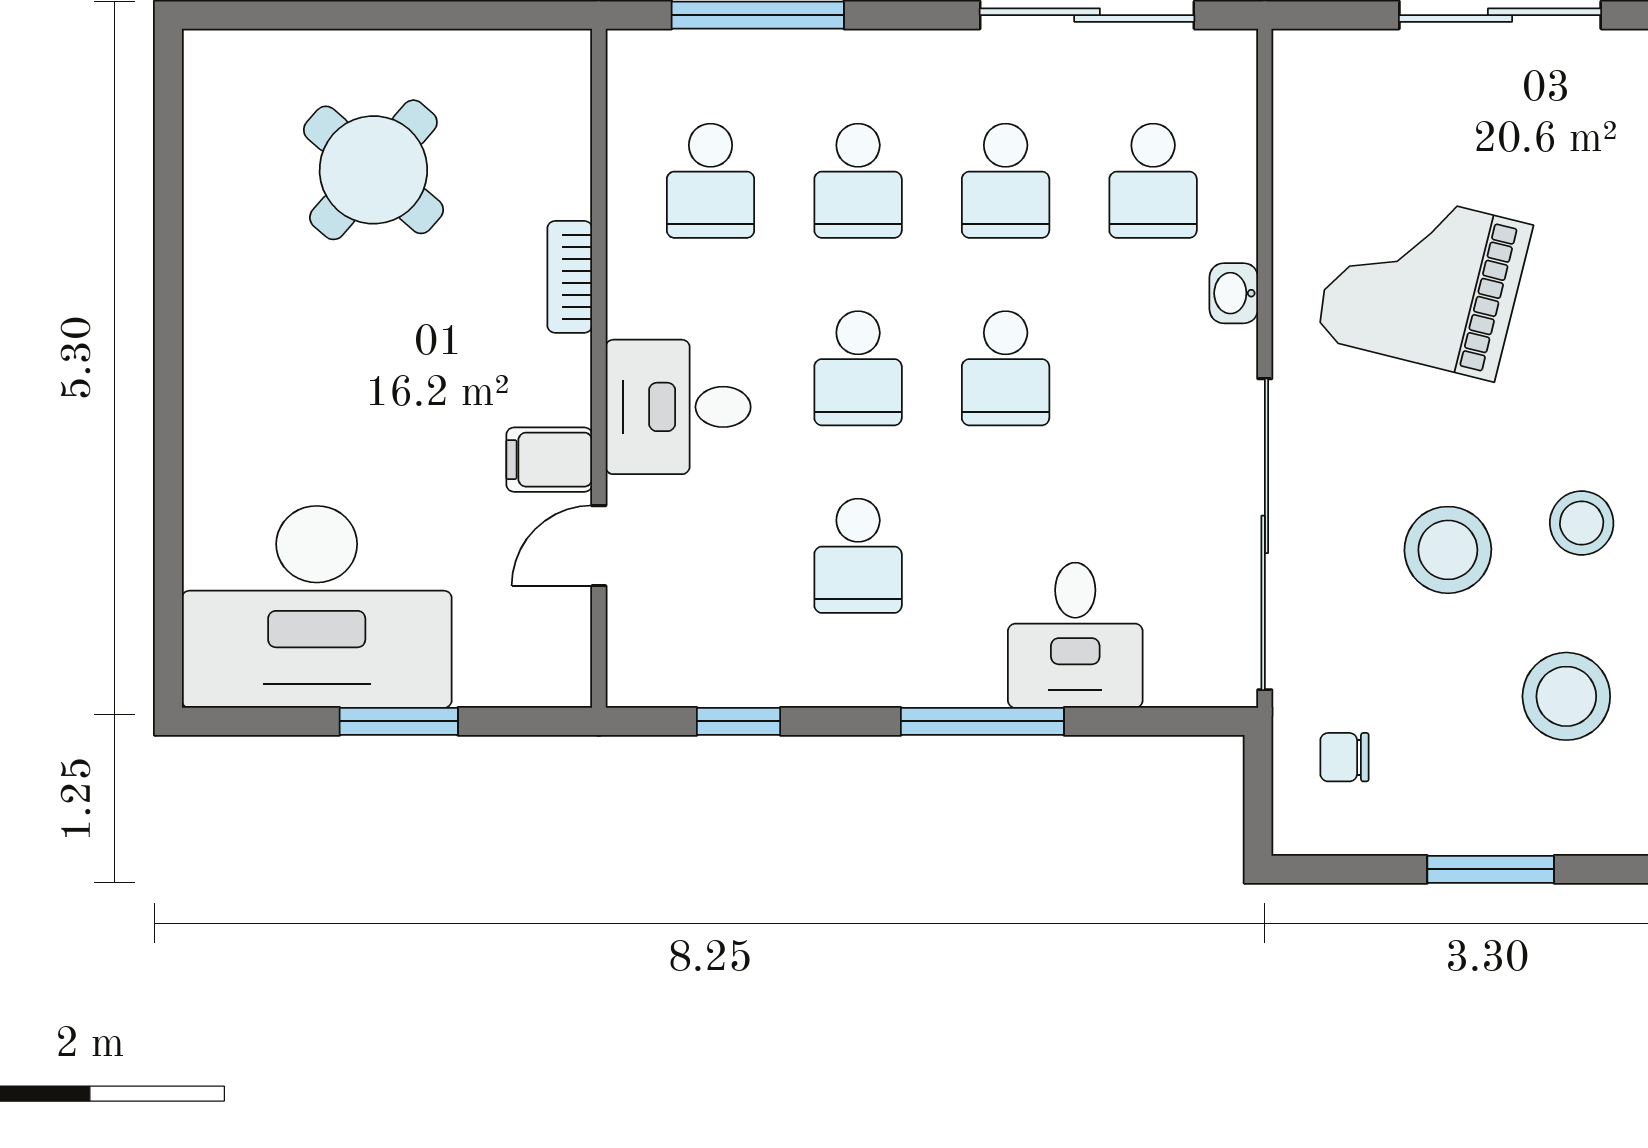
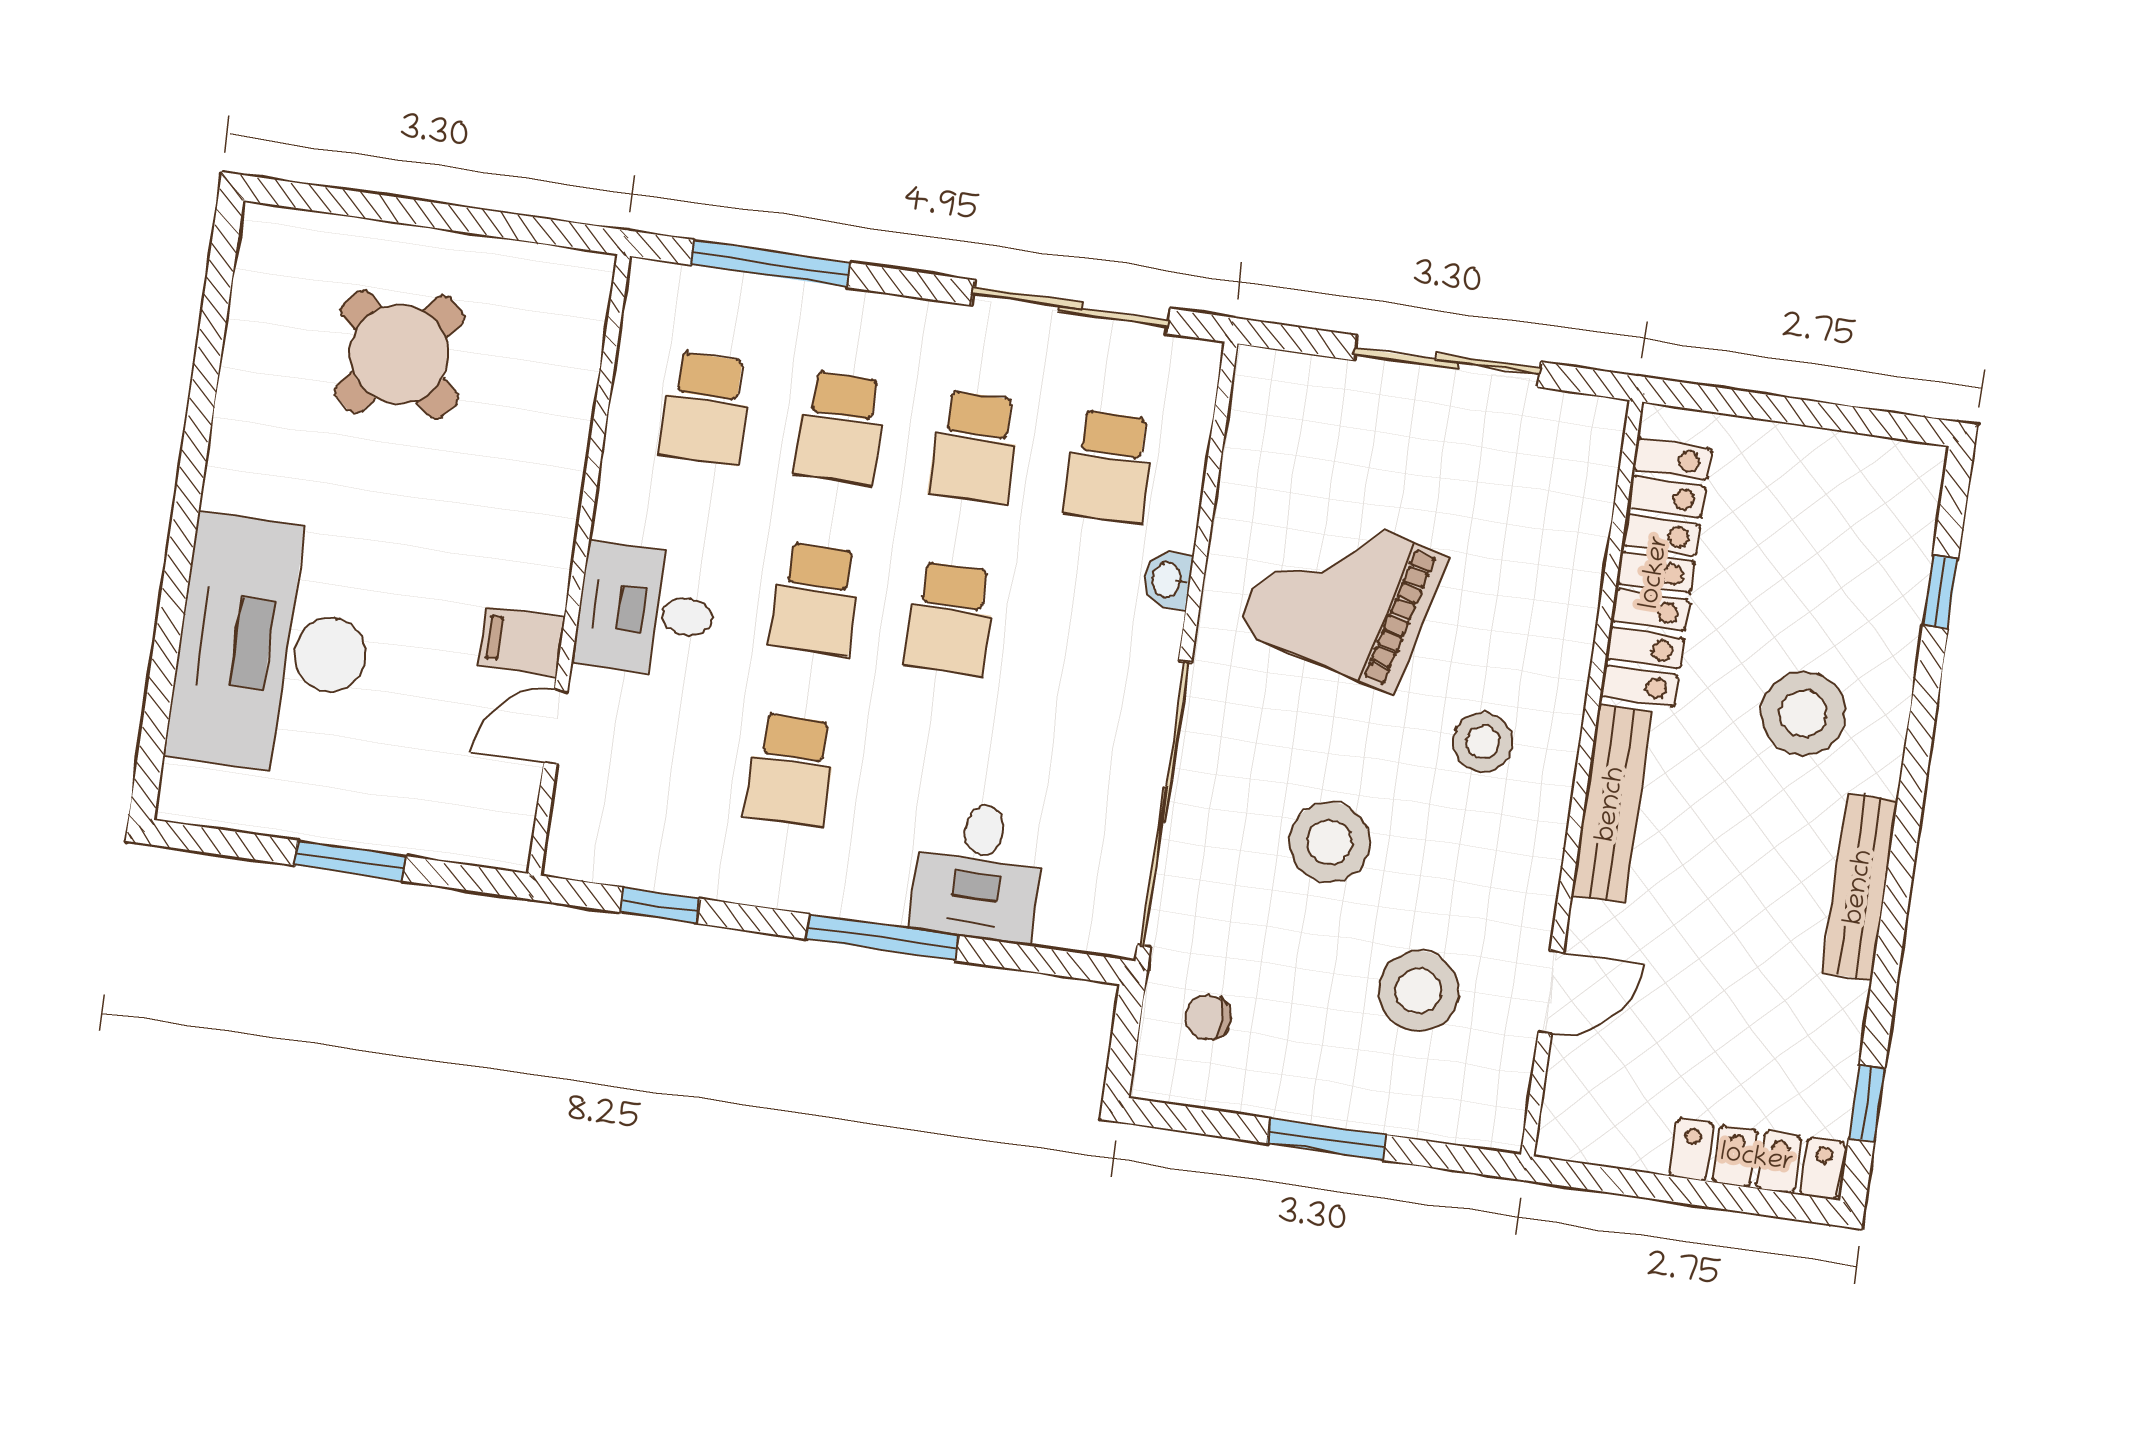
bookcase: (570, 277) -> (564, 478), removed
stool: (1582, 523) -> (1483, 742), moved
desk: (317, 607) -> (273, 646), moved, turned 90

